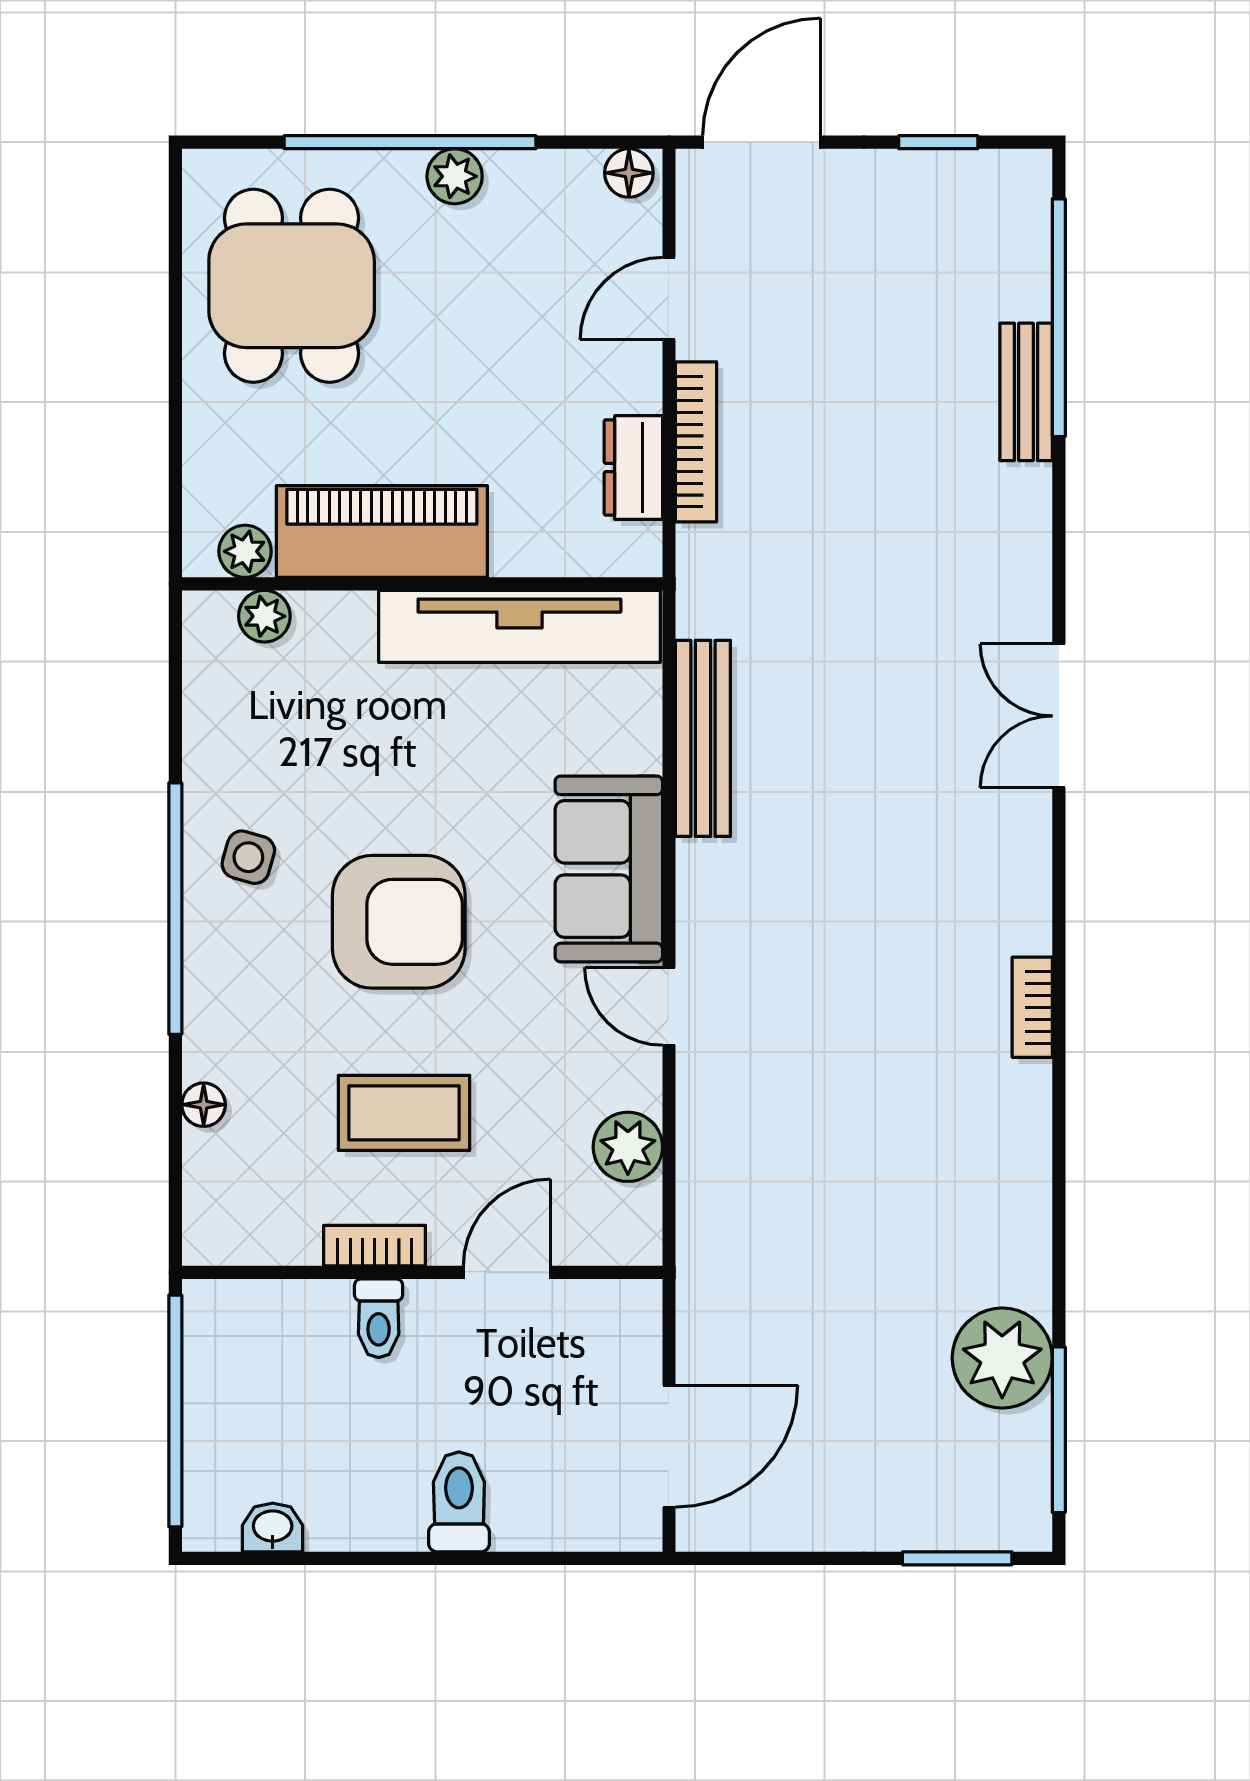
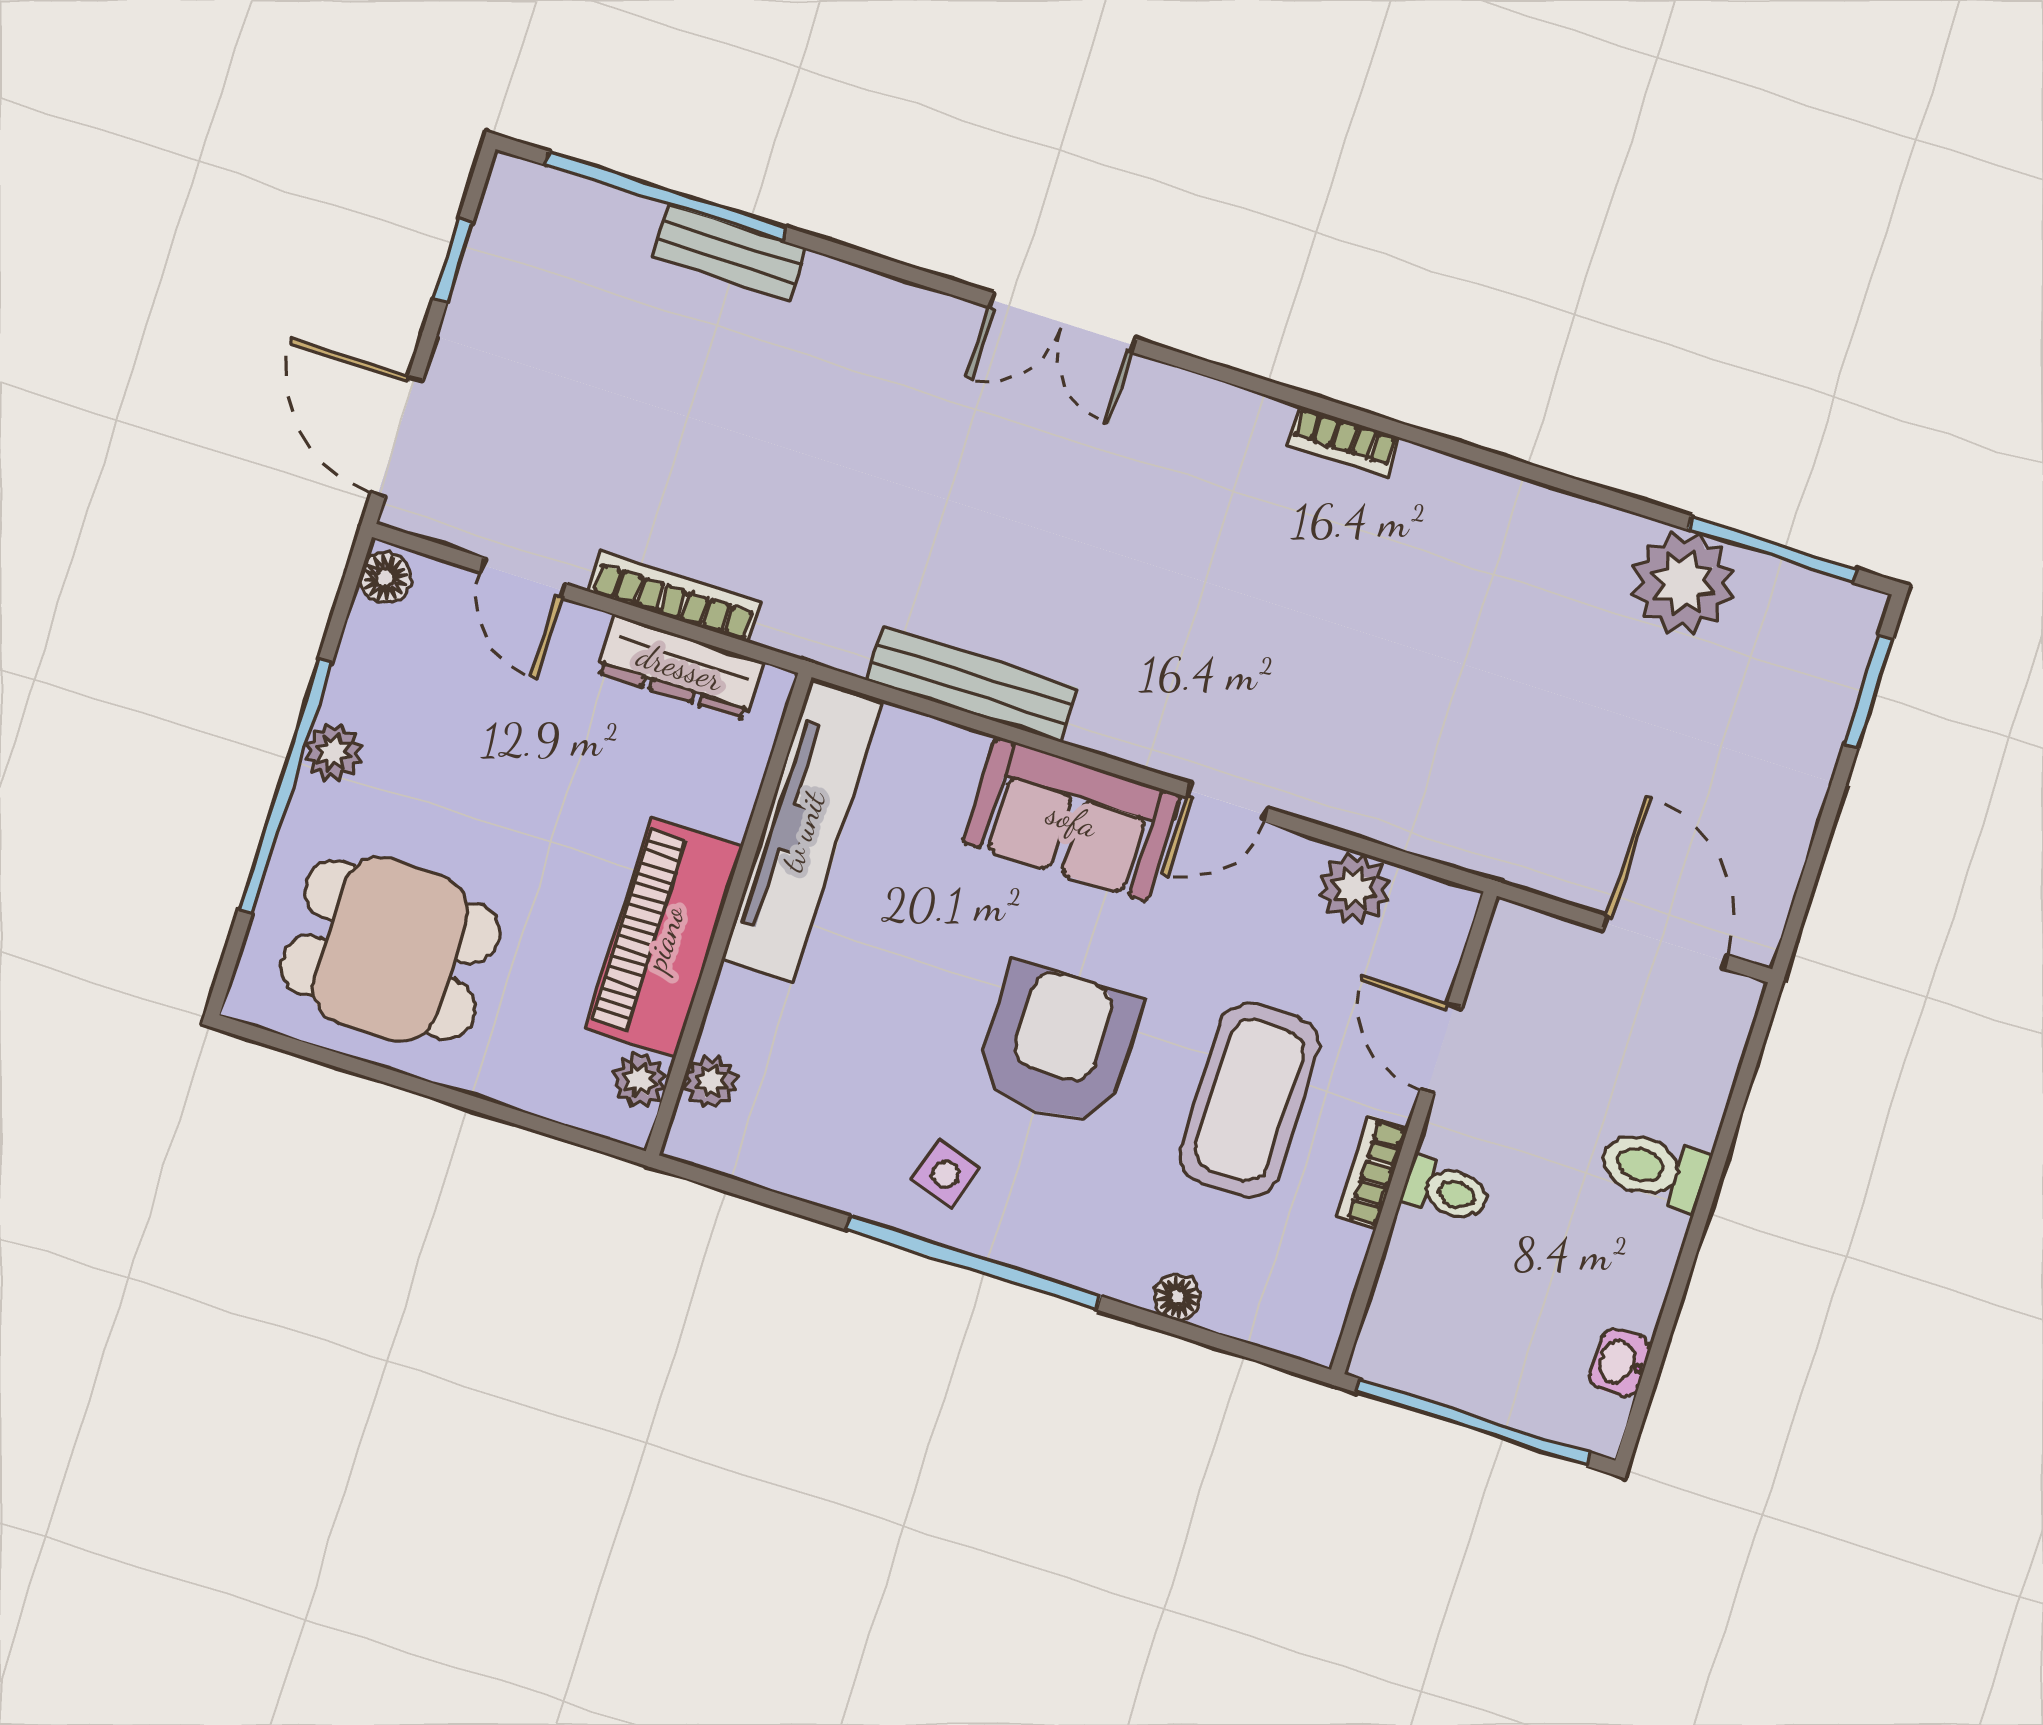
dresser: (633, 467) -> (680, 667), width x1.44
coffee table: (404, 1113) -> (1249, 1100), width x1.36, depth x1.32

